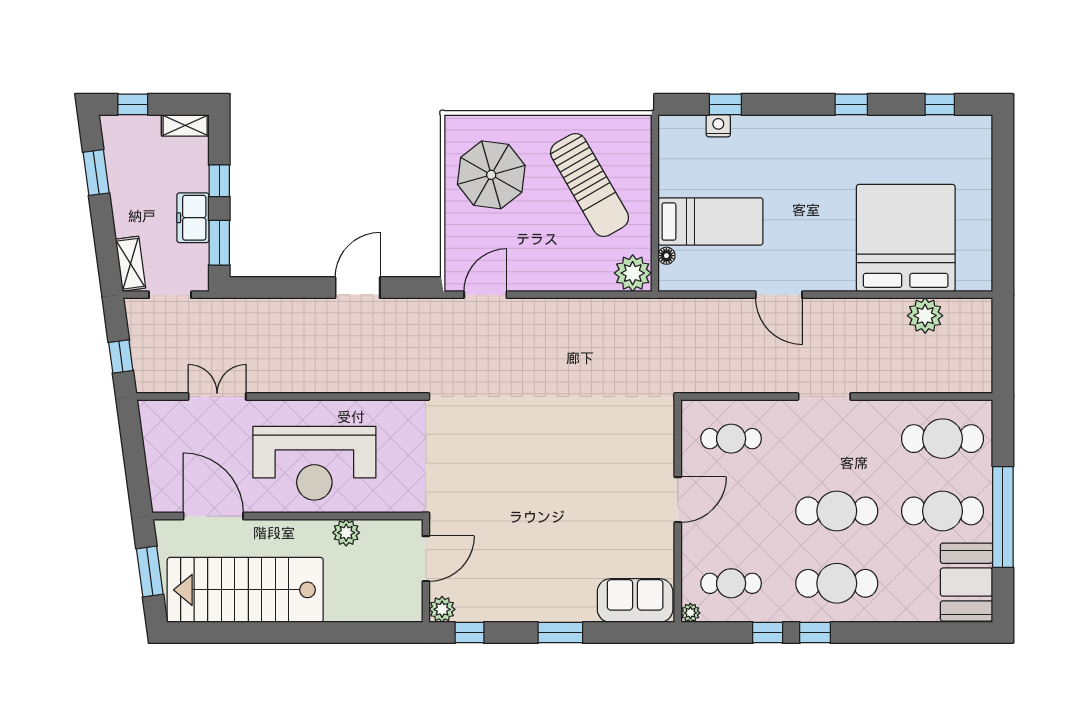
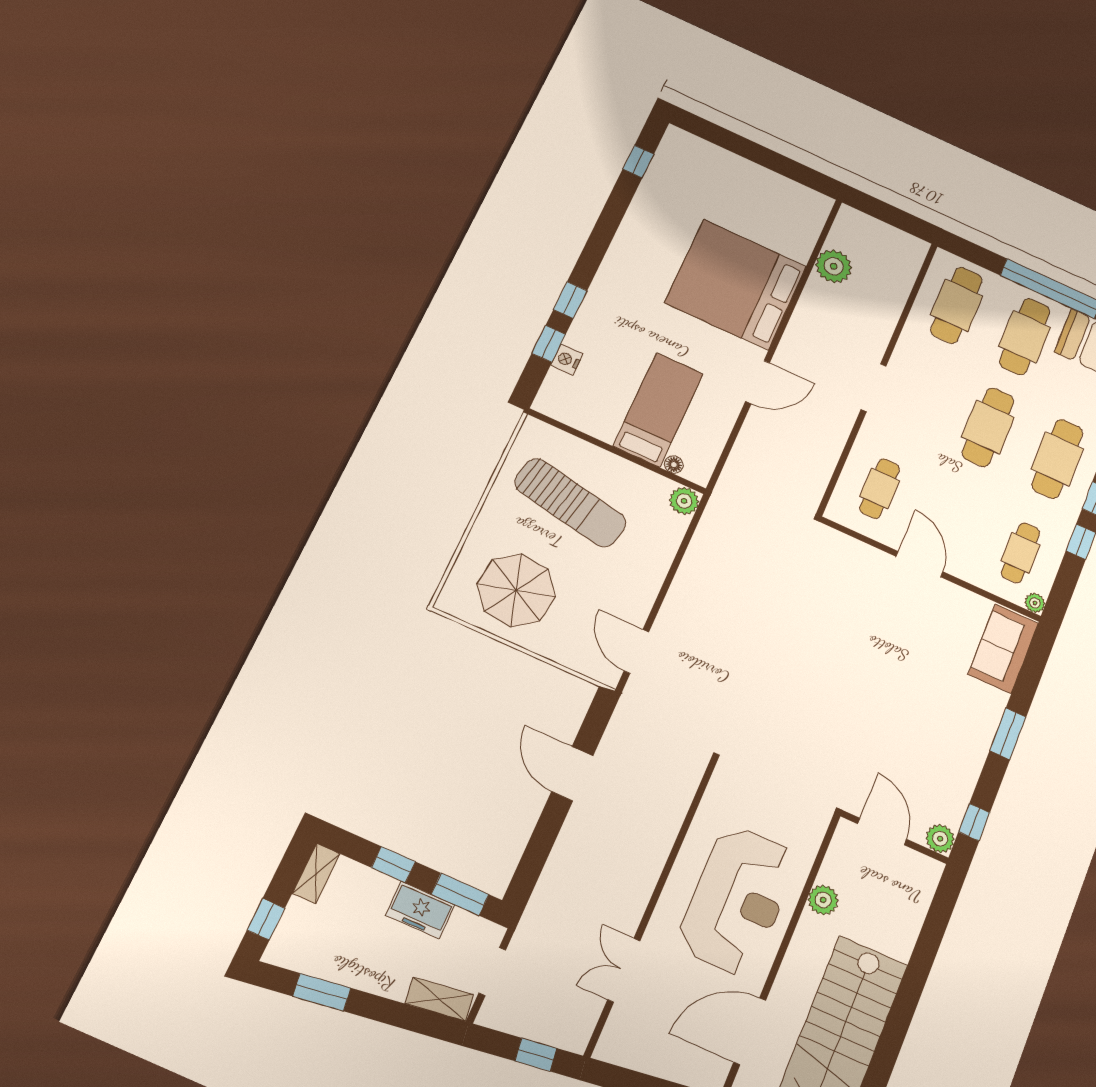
window: (851, 104) -> (570, 300), moved
sun lounger: (590, 185) -> (570, 503), turned 41
bed: (906, 238) -> (736, 284), moved
plant: (633, 273) -> (684, 501), width x0.73, depth x0.73

